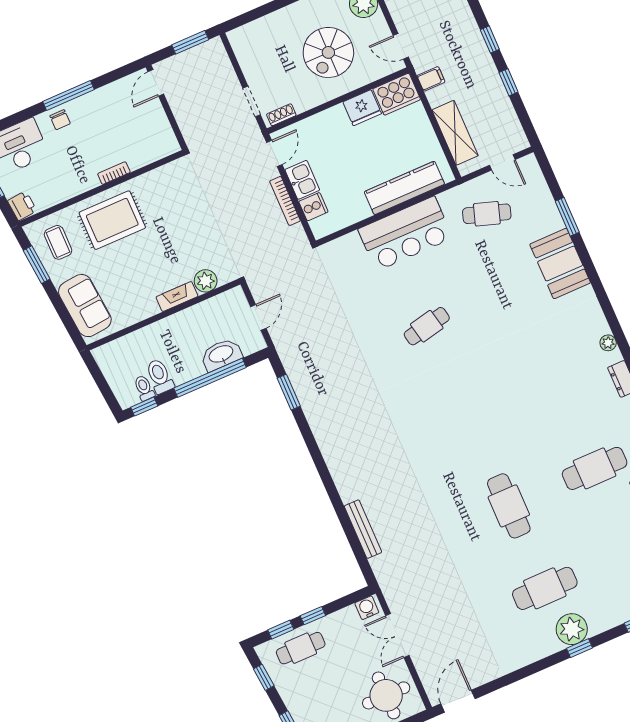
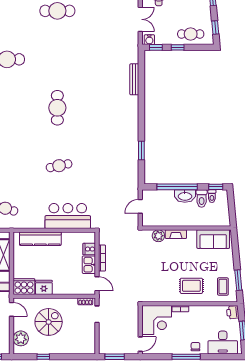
corner desk: (146, 136) -> (157, 320), added
door: (274, 153) -> (97, 284), swing flipped
rug: (112, 220) -> (191, 286), width x0.73, depth x0.70
bar counter: (405, 234) -> (68, 216), moved
sofa: (85, 306) -> (213, 239), moved, turned -85
washbasin: (221, 355) -> (185, 196), moved
window: (289, 392) -> (141, 150), moved
cafe table: (509, 506) -> (57, 108), moved
window: (281, 630) -> (156, 47), moved

